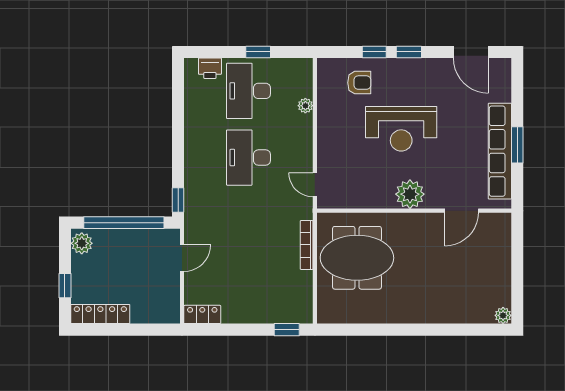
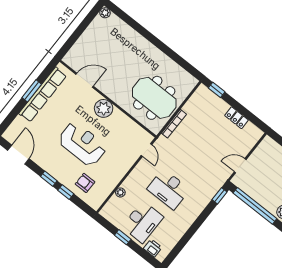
desk: (248, 158) -> (168, 189), turned 90
locker: (202, 314) -> (237, 118), moved

